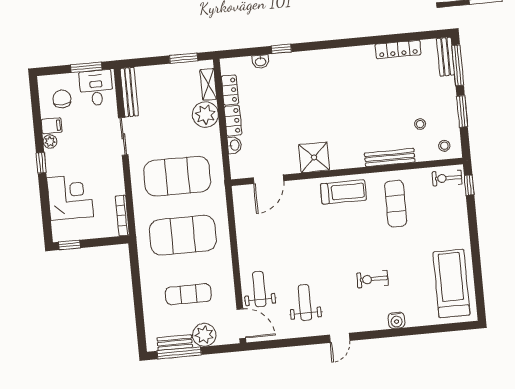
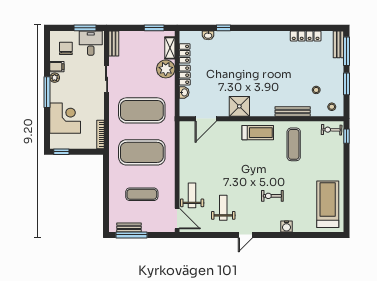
bench: (129, 92) -> (114, 43), width x0.73
window: (41, 163) -> (47, 92), width x2.17
plant: (204, 335) -> (150, 224), removed

